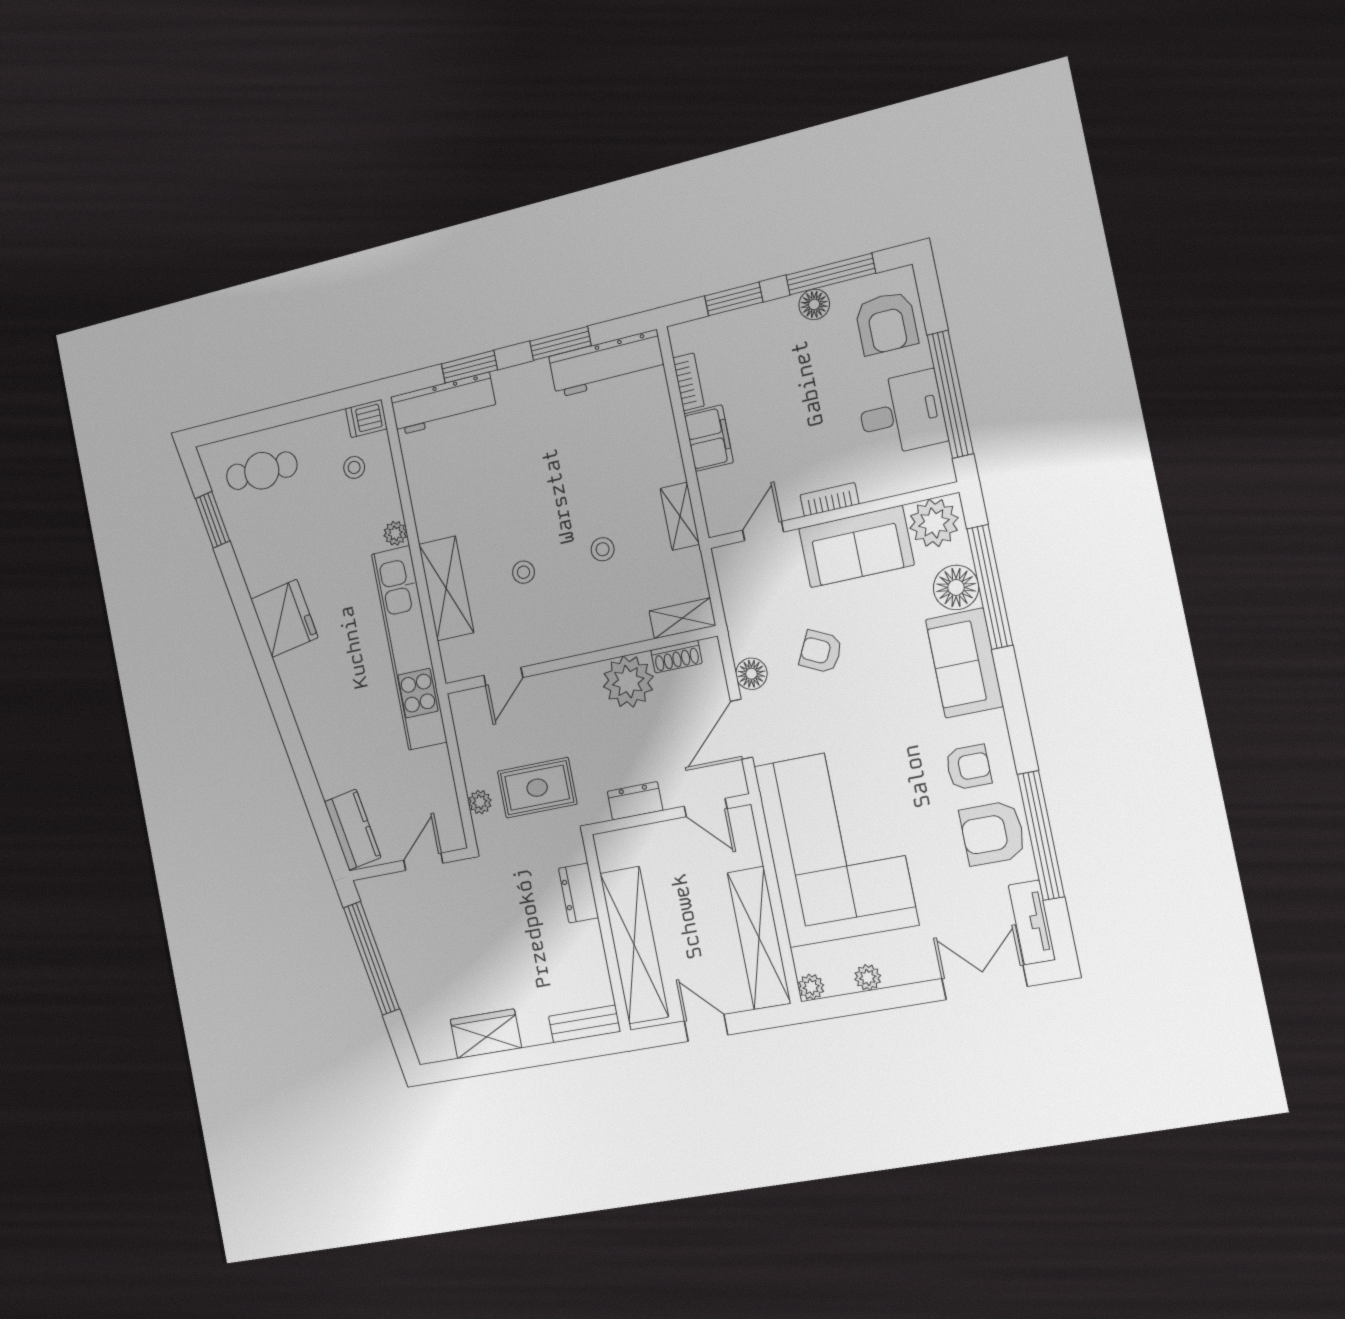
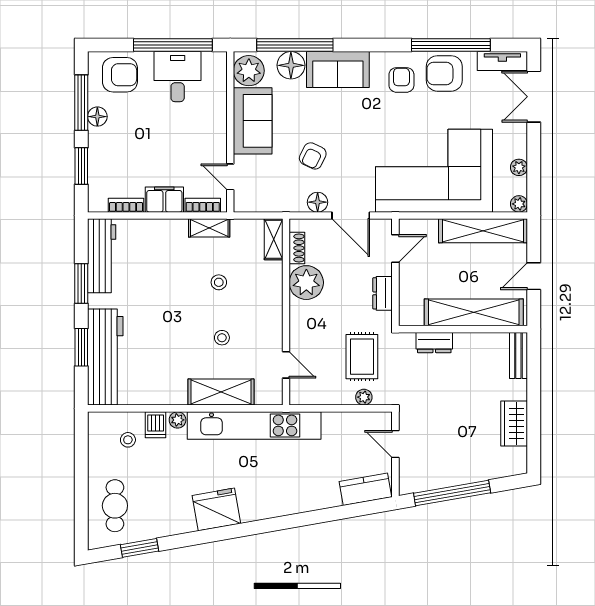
workbench: (443, 404) -> (105, 357), width x1.36, depth x1.32
dishwasher: (366, 419) -> (156, 425), moved
bookcase: (829, 499) -> (203, 205), moved, turned 90
armchair: (993, 833) -> (444, 73), turned 90

